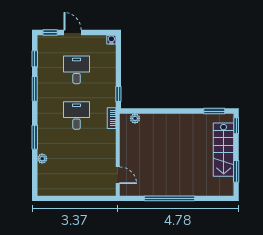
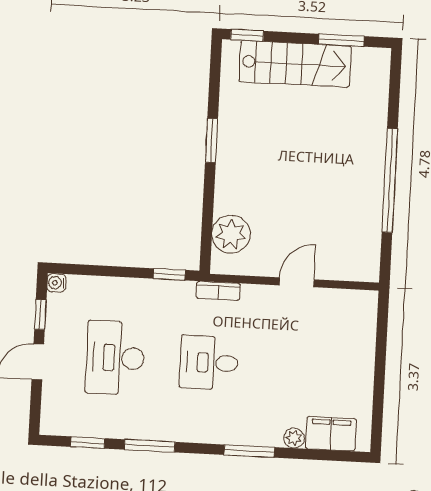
window: (50, 32) -> (40, 315), moved
desk: (77, 70) -> (115, 358), width x1.37
window: (214, 111) -> (211, 141), moved
plant: (135, 118) -> (231, 234), width x1.87, depth x1.87
door: (118, 175) -> (296, 282), moved
filing cabinet: (45, 176) -> (331, 434), added

